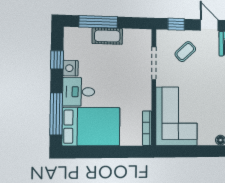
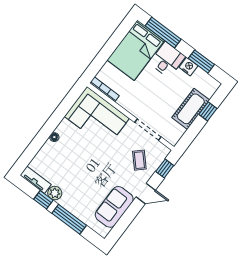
window: (98, 22) -> (208, 111), width x0.46
cot: (107, 36) -> (191, 109), width x1.37, depth x1.34
window: (57, 60) -> (201, 61), width x1.50

